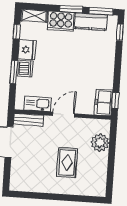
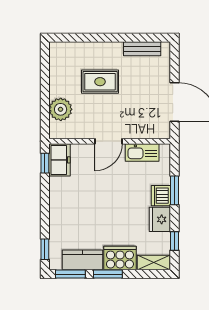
bench: (29, 120) -> (142, 49), moved
rug: (67, 162) -> (100, 82), turned 90

